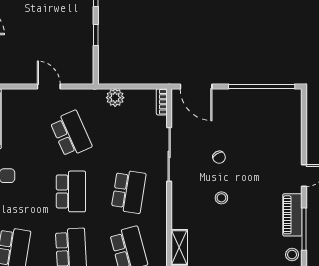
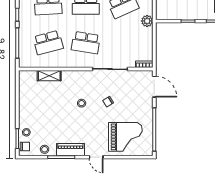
door: (196, 86) -> (154, 87), swing flipped
plant: (115, 98) -> (147, 21), moved
grand piano: (273, 131) -> (125, 137), added

